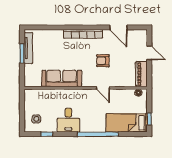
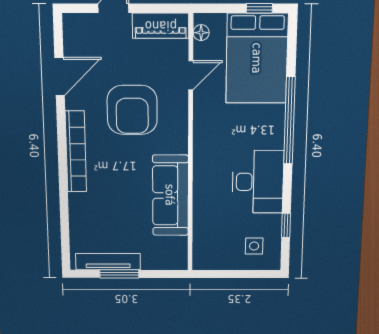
armchair: (103, 61) -> (132, 110), width x1.88, depth x1.88
door: (103, 88) -> (191, 75), moved
desk: (68, 120) -> (258, 182), width x1.37
bed: (127, 123) -> (257, 58), width x1.50

